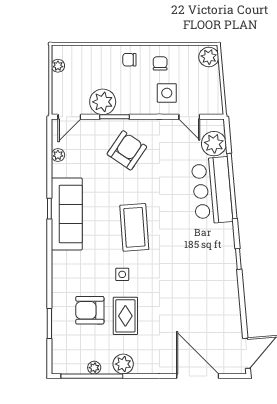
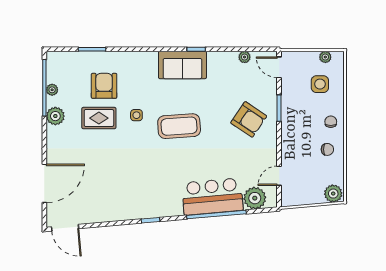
side table: (167, 93) -> (320, 84), moved
plant: (103, 102) -> (293, 97), removed
sofa: (67, 214) -> (182, 65), width x0.73

